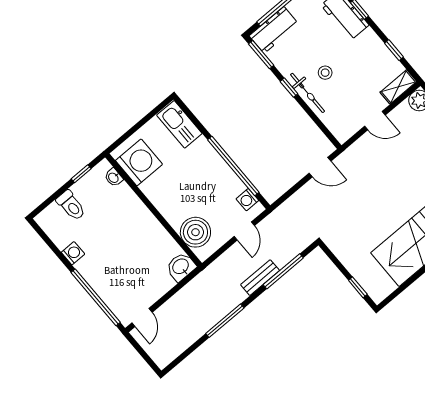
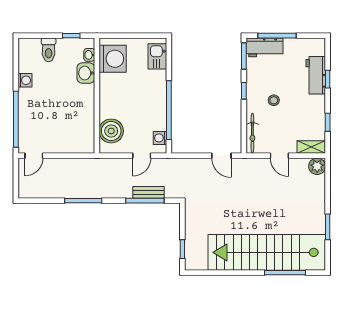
bicycle: (308, 93) -> (252, 133), moved
kitchen sink: (179, 124) -> (157, 56), width x0.73
washbasin: (181, 267) -> (86, 73), moved, turned -90
bench: (260, 278) -> (149, 192), moved

